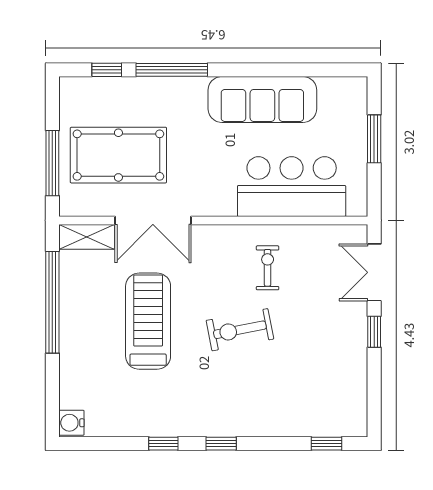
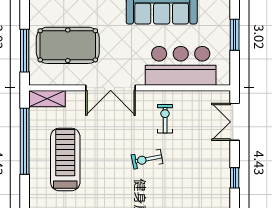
double door: (153, 220) -> (111, 88), moved
treadmill: (148, 321) -> (65, 159), moved
exercise bike: (240, 330) -> (147, 159), width x0.73, depth x0.72
window: (374, 332) -> (235, 178), moved

